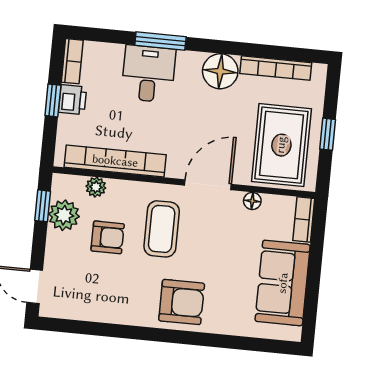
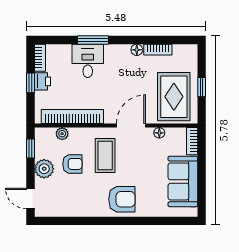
bookcase: (276, 68) -> (158, 50), width x0.64
floor lamp: (220, 71) -> (137, 50), width x0.53, depth x0.53
plant: (64, 215) -> (44, 169), moved

